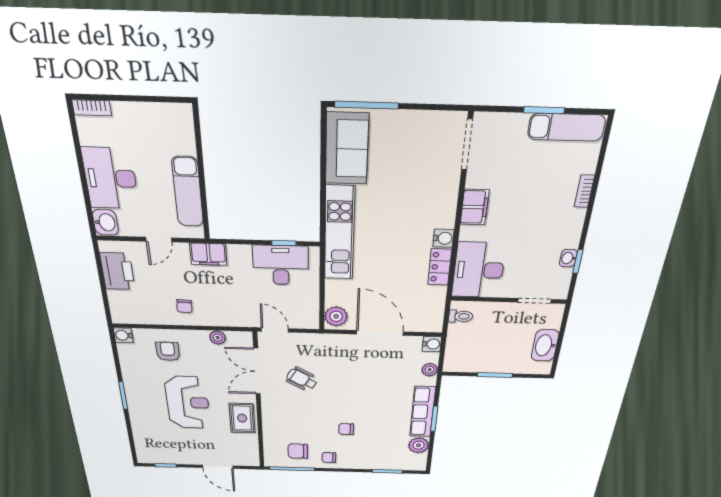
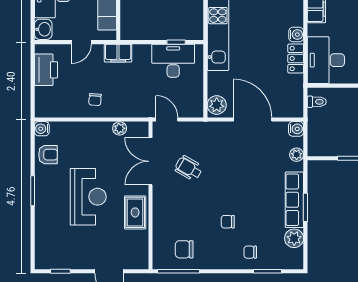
armchair: (168, 351) -> (48, 155), moved, turned 90
chair: (329, 458) -> (250, 252), moved

